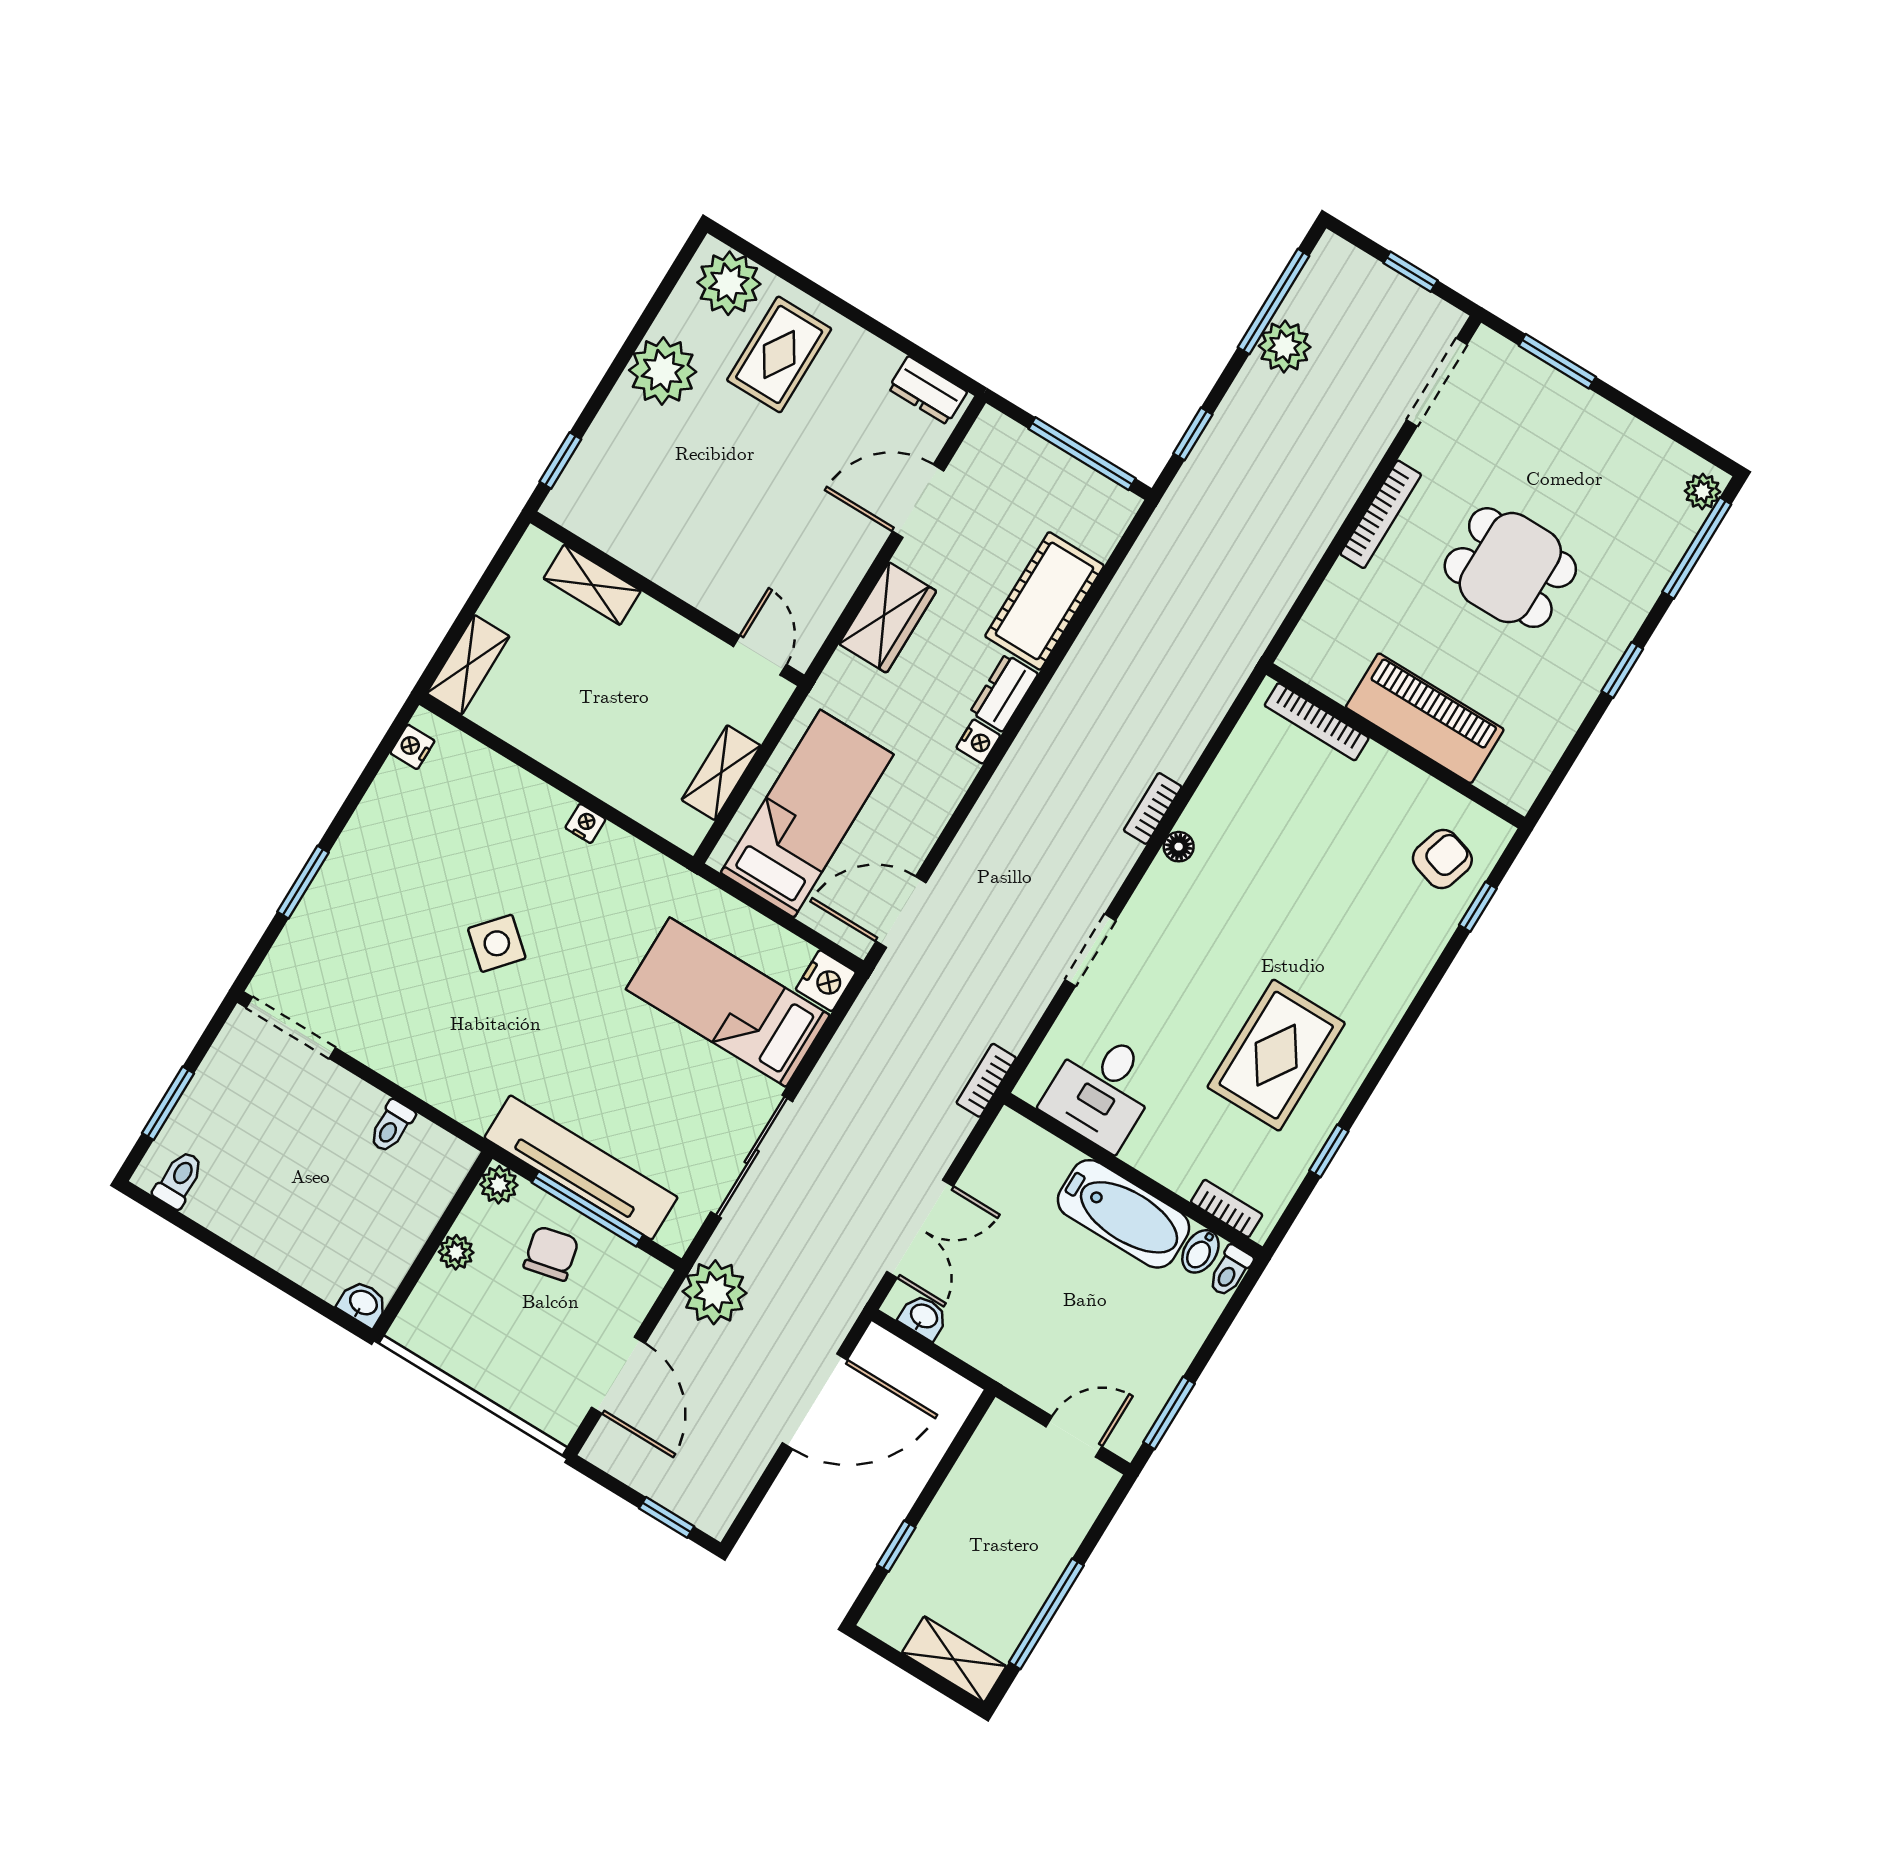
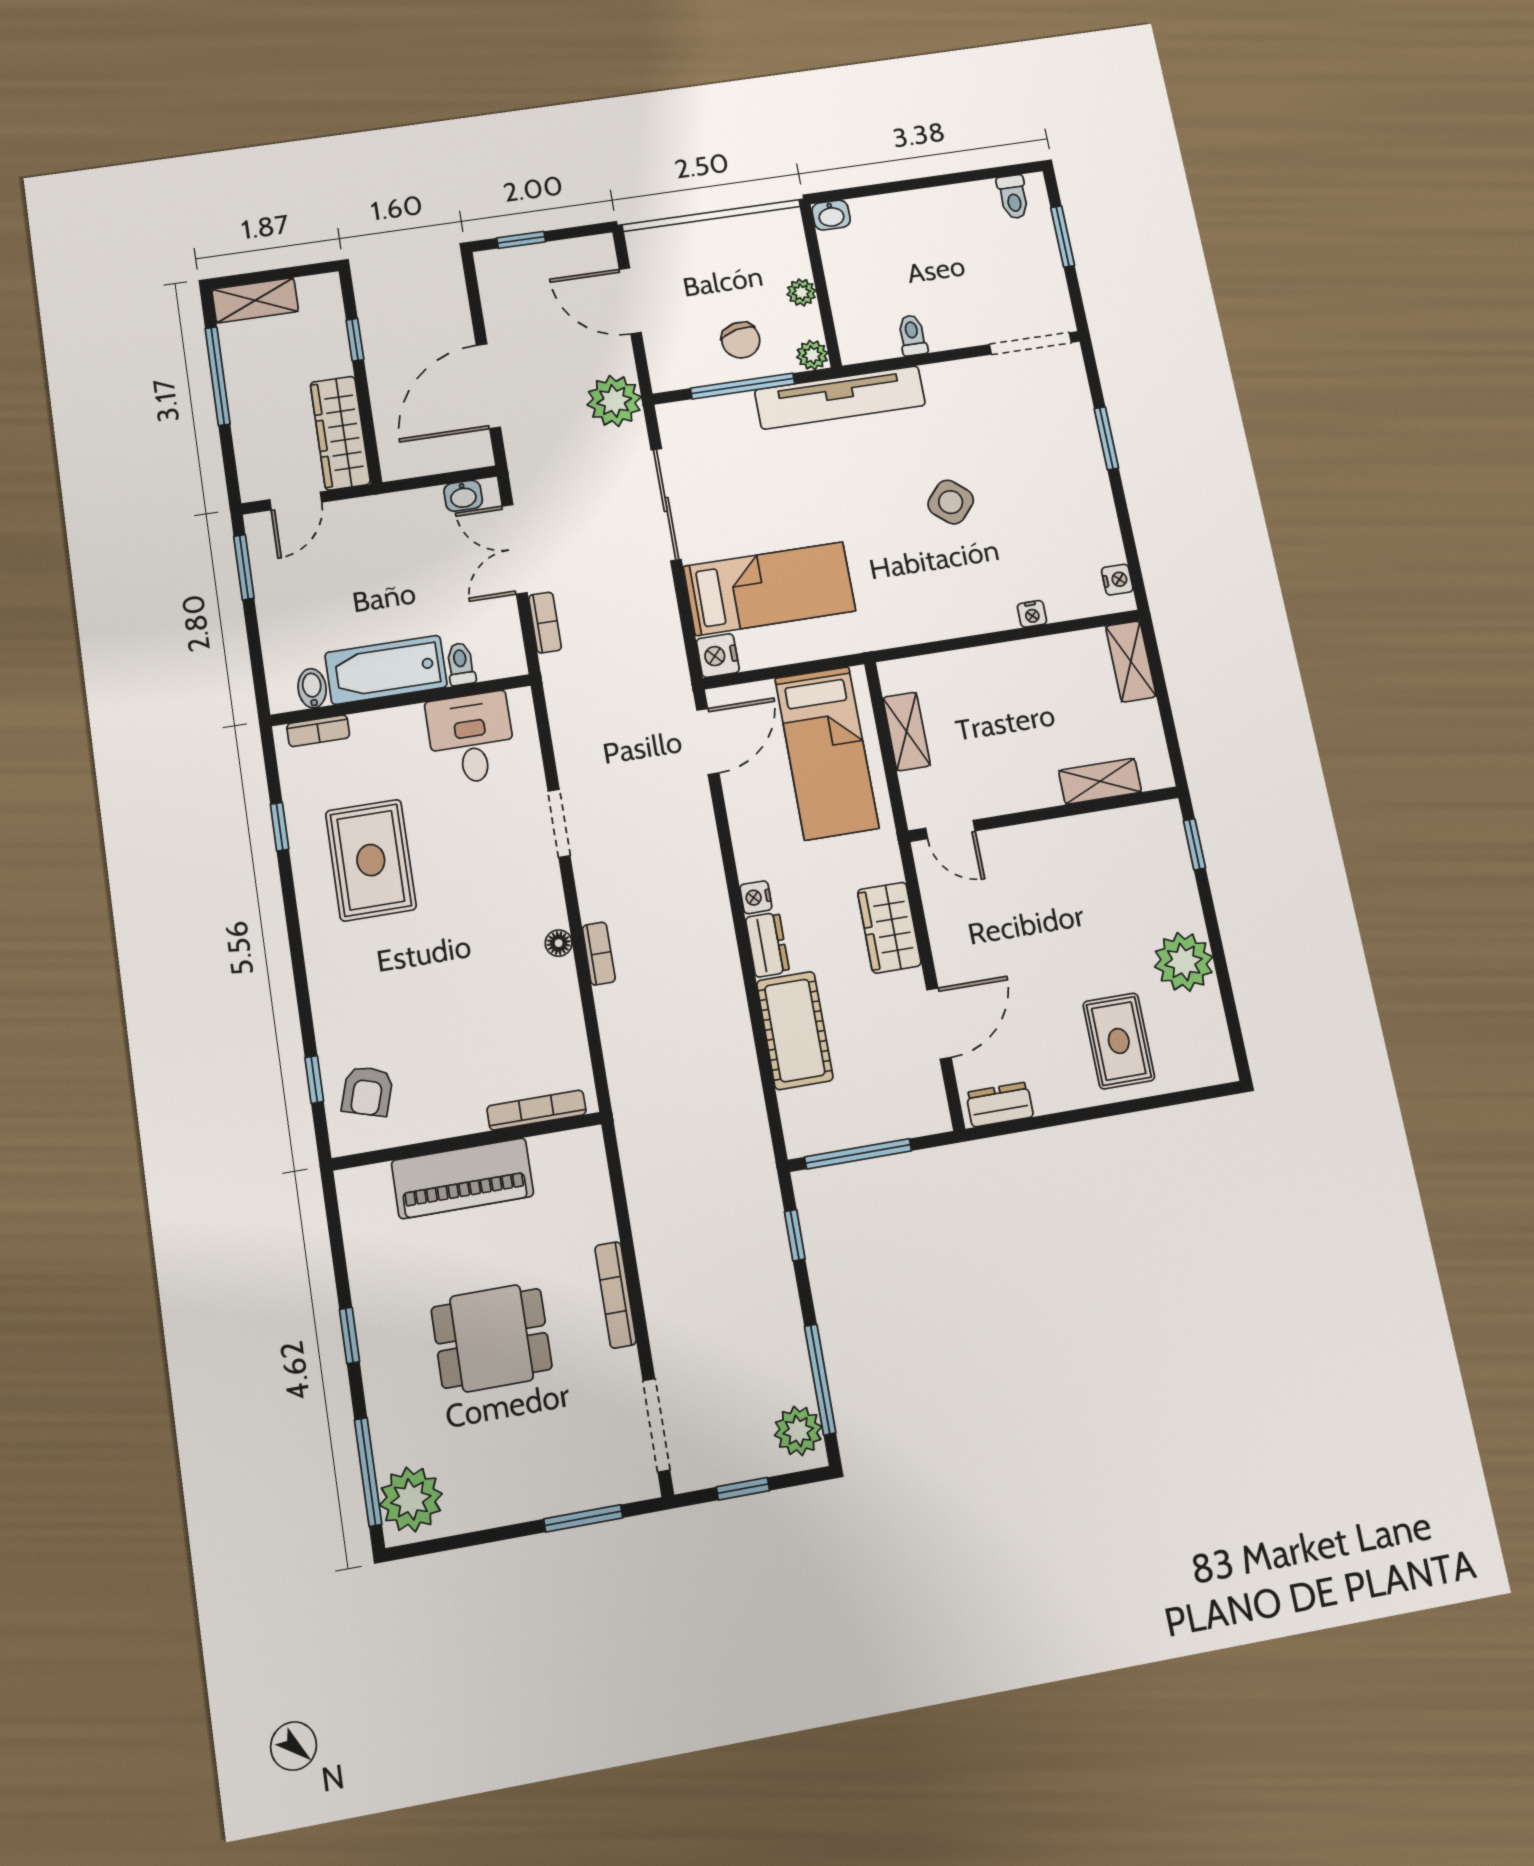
plant: (729, 283) -> (1195, 1059), removed
plant: (1285, 347) -> (798, 1431), moved
plant: (1702, 491) -> (411, 1499), width x1.88, depth x1.88
nightstand: (585, 823) -> (1032, 614), moved
bookcase: (986, 1080) -> (545, 623), moved
tv unit: (581, 1167) -> (840, 398), moved
toilet: (1230, 1271) -> (461, 664), moved
wardrobe: (983, 1468) -> (340, 433), added

